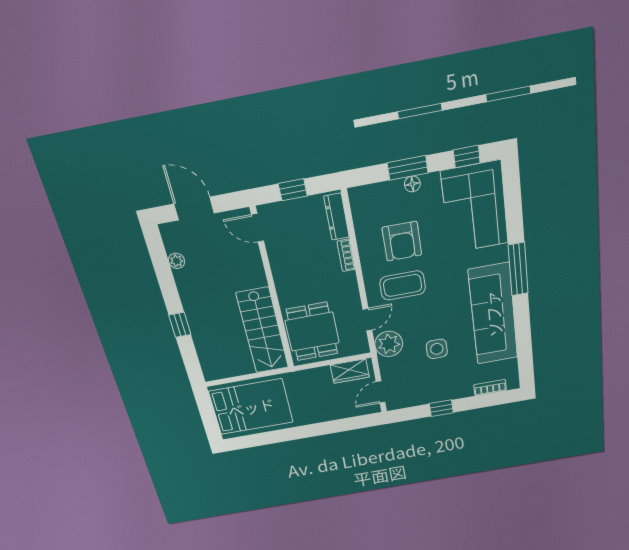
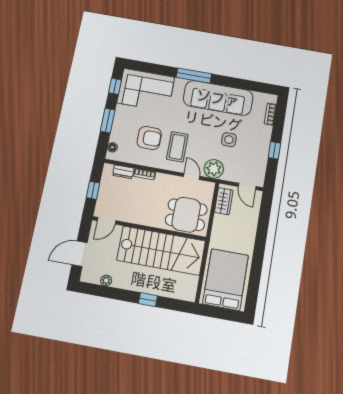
floor lamp: (412, 184) -> (112, 147), moved
dresser: (337, 217) -> (123, 172), width x0.70
stairs: (263, 331) -> (161, 251), width x1.36, depth x1.51

